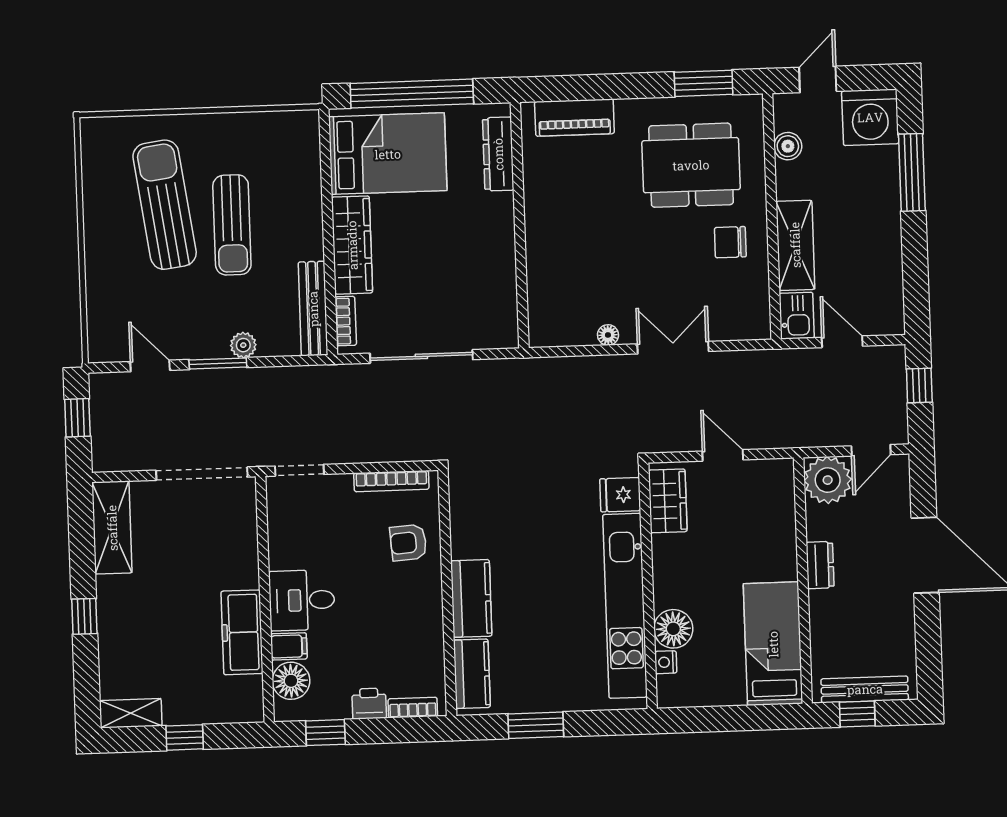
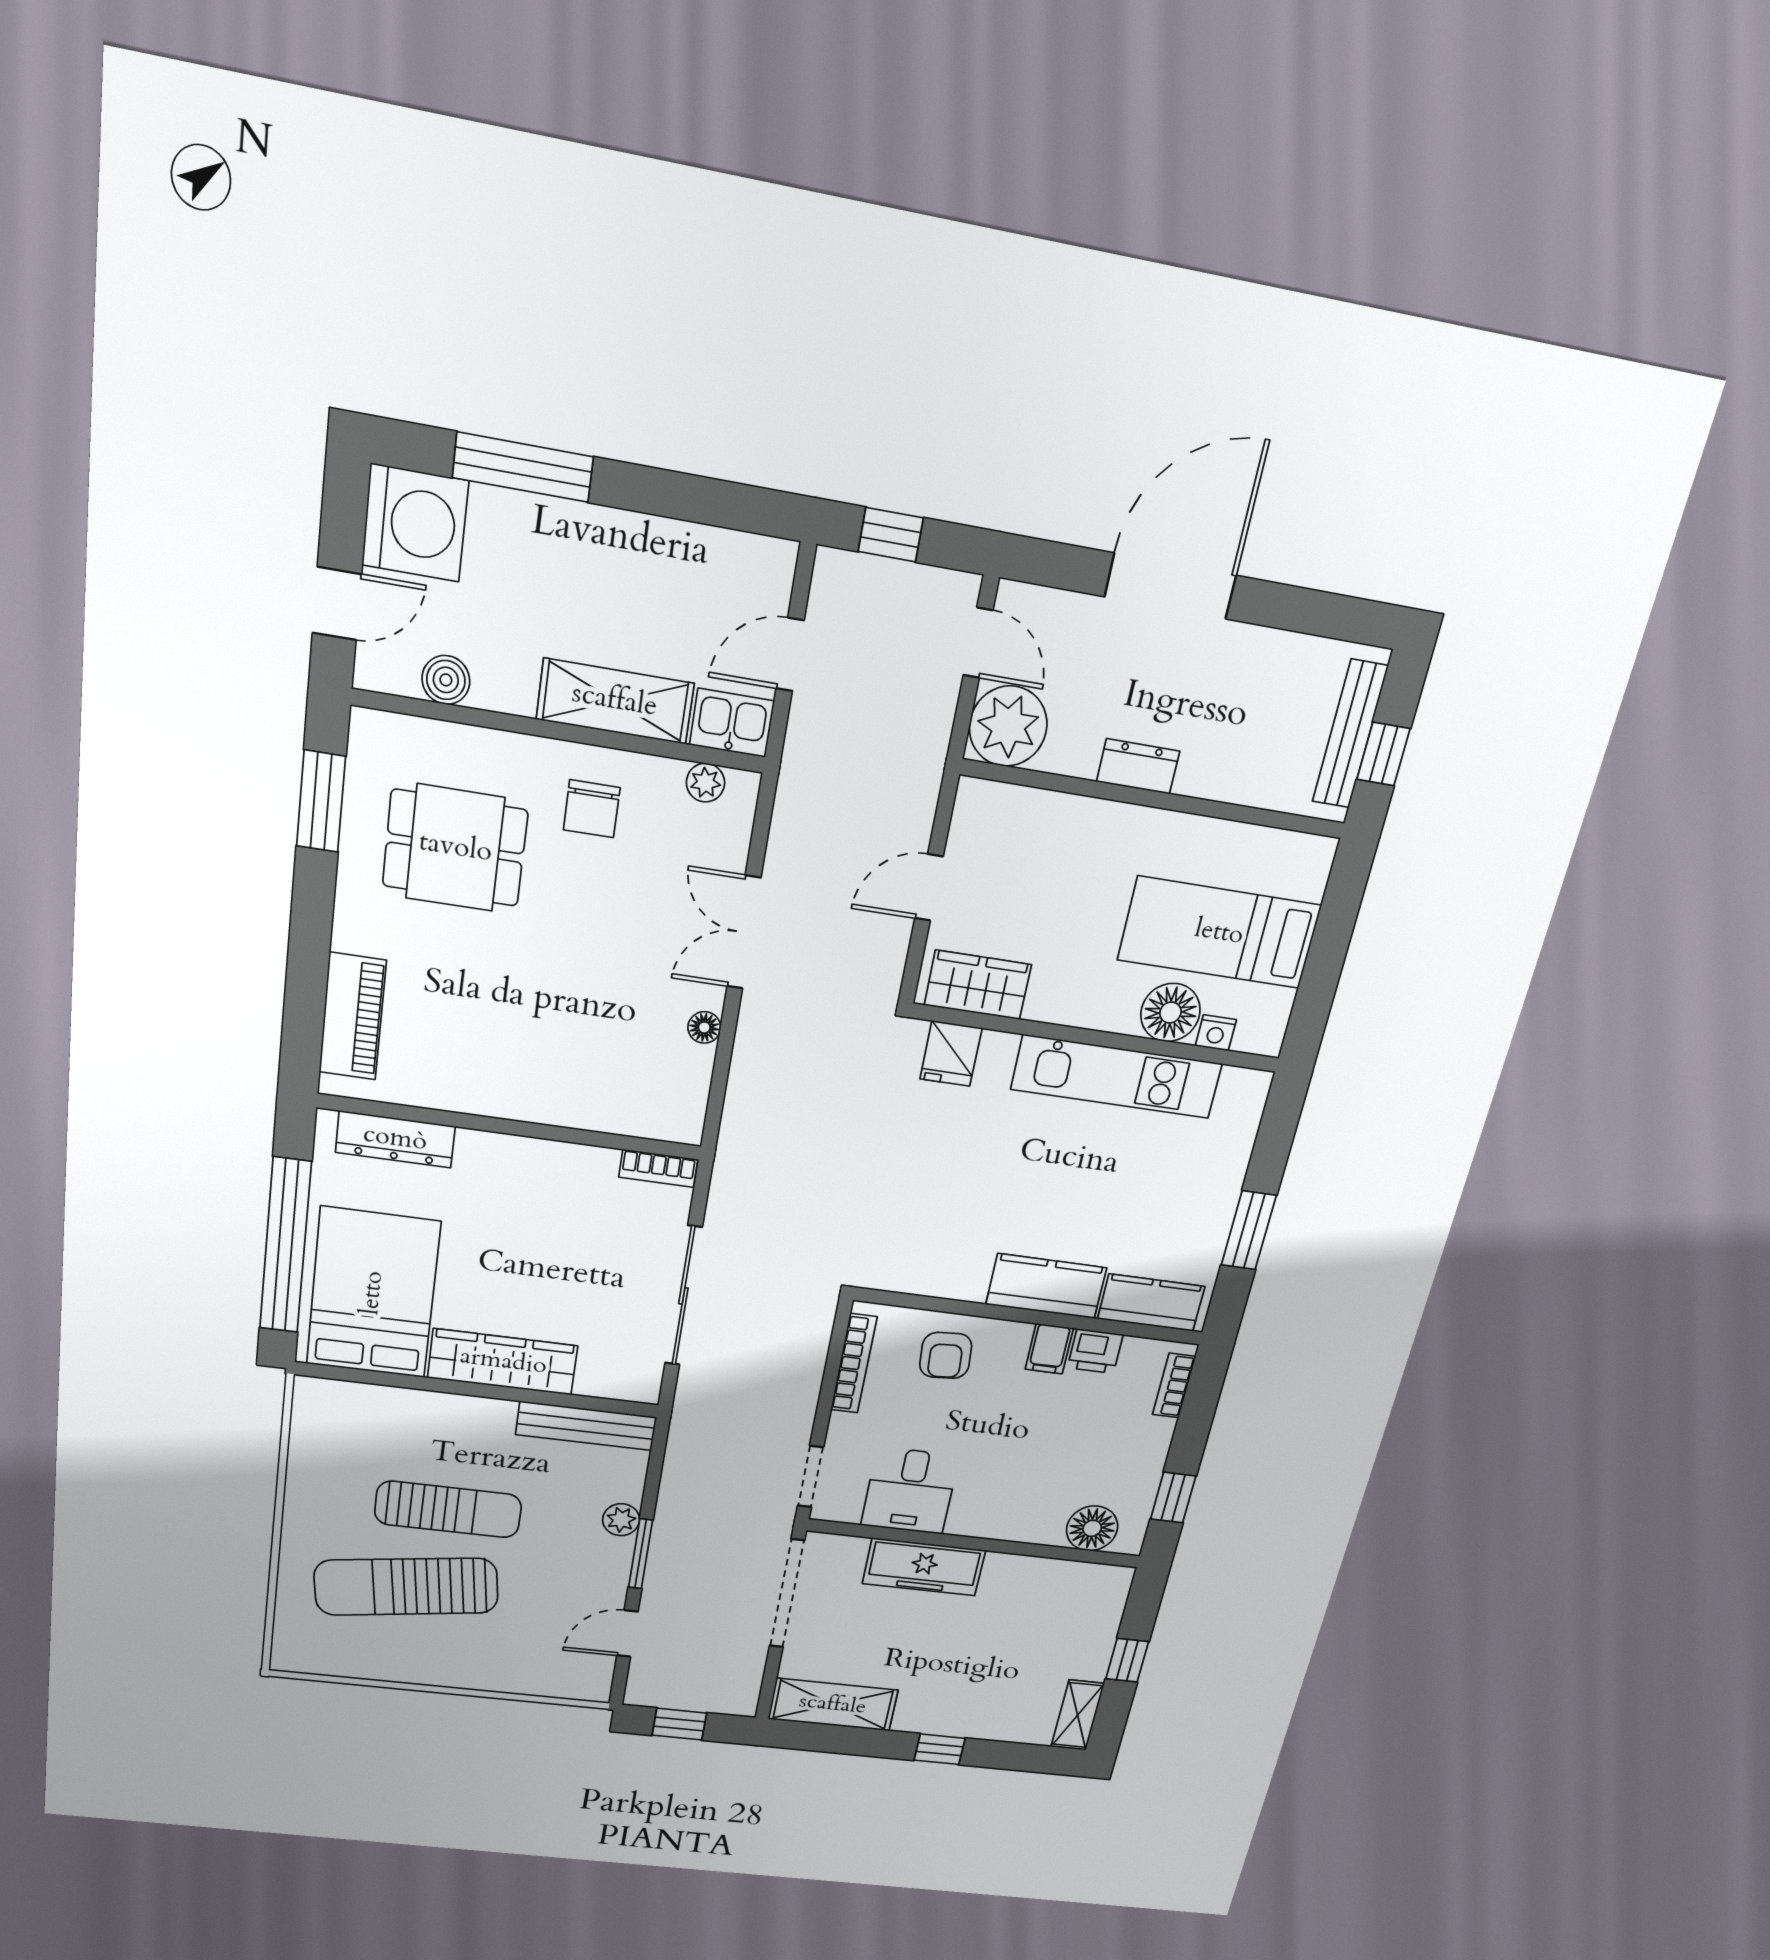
door: (818, 79) -> (337, 604), swing flipped
dining table: (691, 165) -> (455, 848), width x0.73
plant: (759, 307) -> (705, 783), added
bookcase: (346, 321) -> (658, 1168), moved, turned 180
desk: (302, 600) -> (910, 1491), moved
kitchen unit: (625, 606) -> (1117, 1077), width x0.73
freezer: (242, 632) -> (924, 1567), moved
bed: (773, 644) -> (1219, 933), moved
filing cabinet: (289, 646) -> (1049, 1349), moved, turned 180
printer: (369, 704) -> (1095, 1351), moved, turned -90

